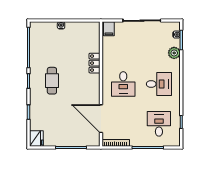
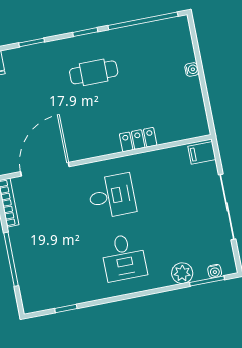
desk: (123, 84) -> (112, 196), turned 180
desk: (159, 124) -> (55, 271), removed

